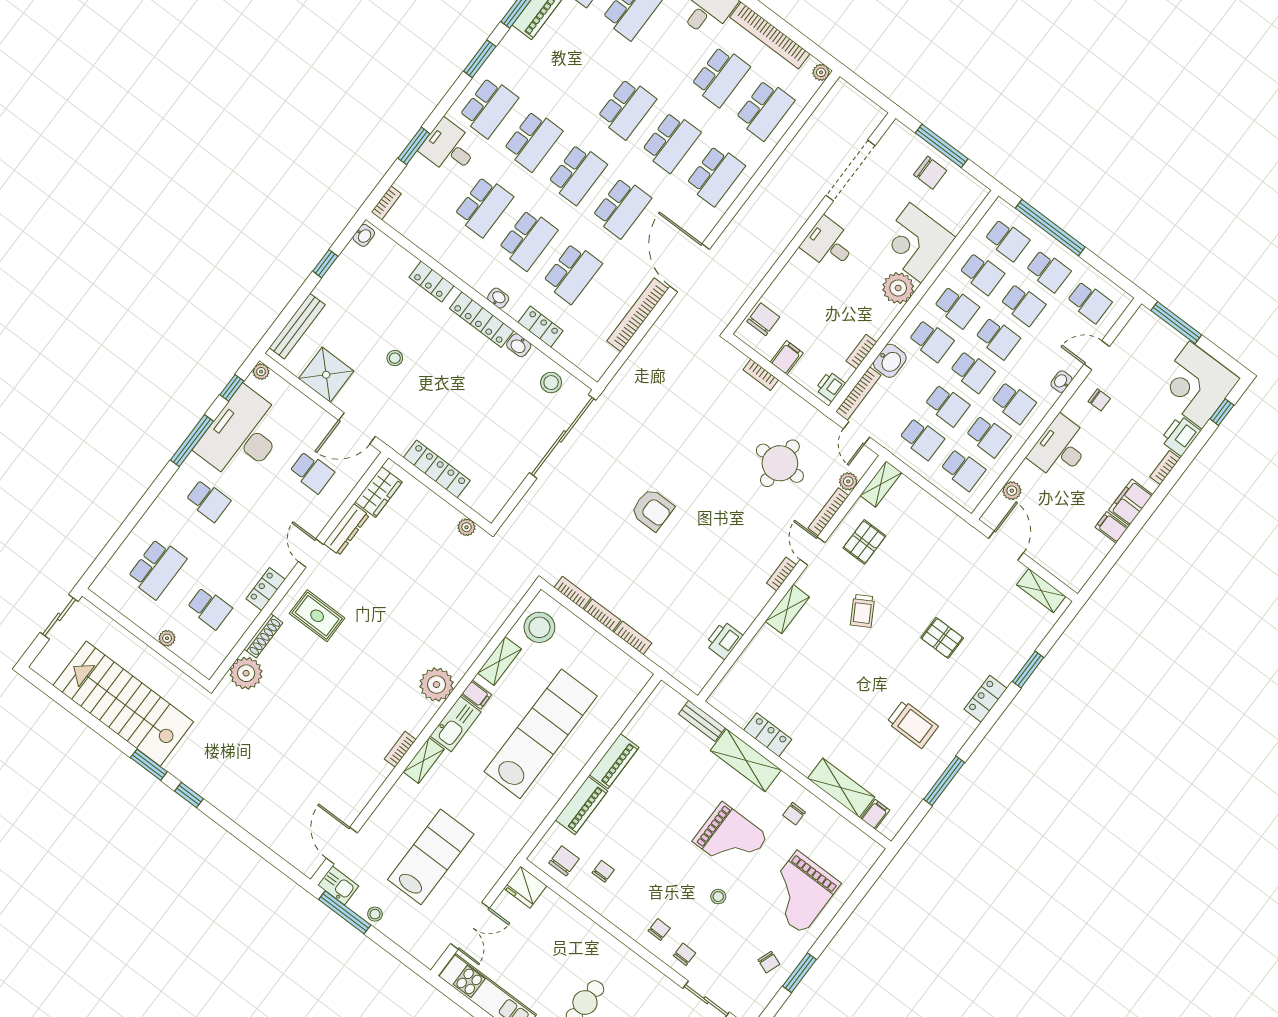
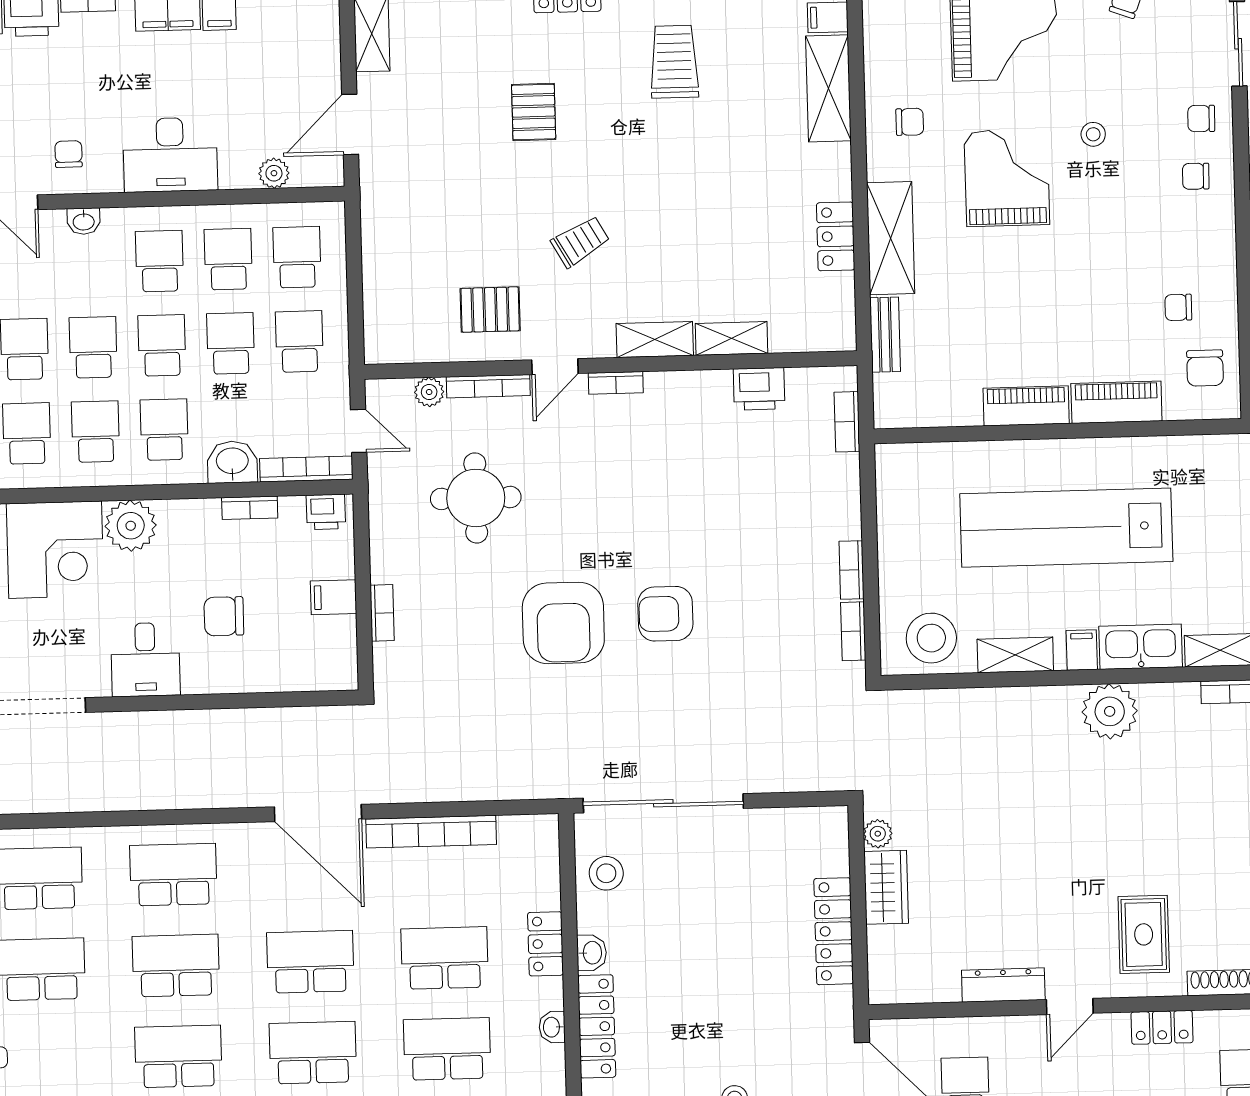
door: (690, 268) -> (318, 813), hinge flipped
chair: (763, 319) -> (224, 616), moved
door: (857, 433) -> (359, 431), hinge flipped
armchair: (687, 457) -> (563, 623), added
shelving: (881, 484) -> (731, 338), moved
wardrobe: (379, 492) -> (886, 887), moved, turned 90
armchair: (652, 510) -> (665, 614), turned -90
bookcase: (633, 638) -> (847, 422), moved
chair: (564, 861) -> (1205, 368), turned -90

